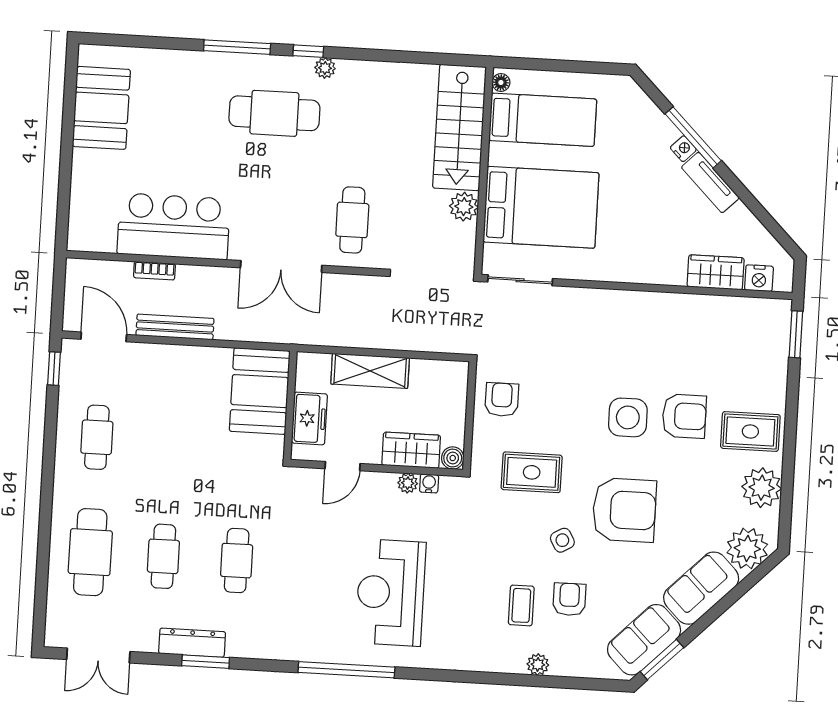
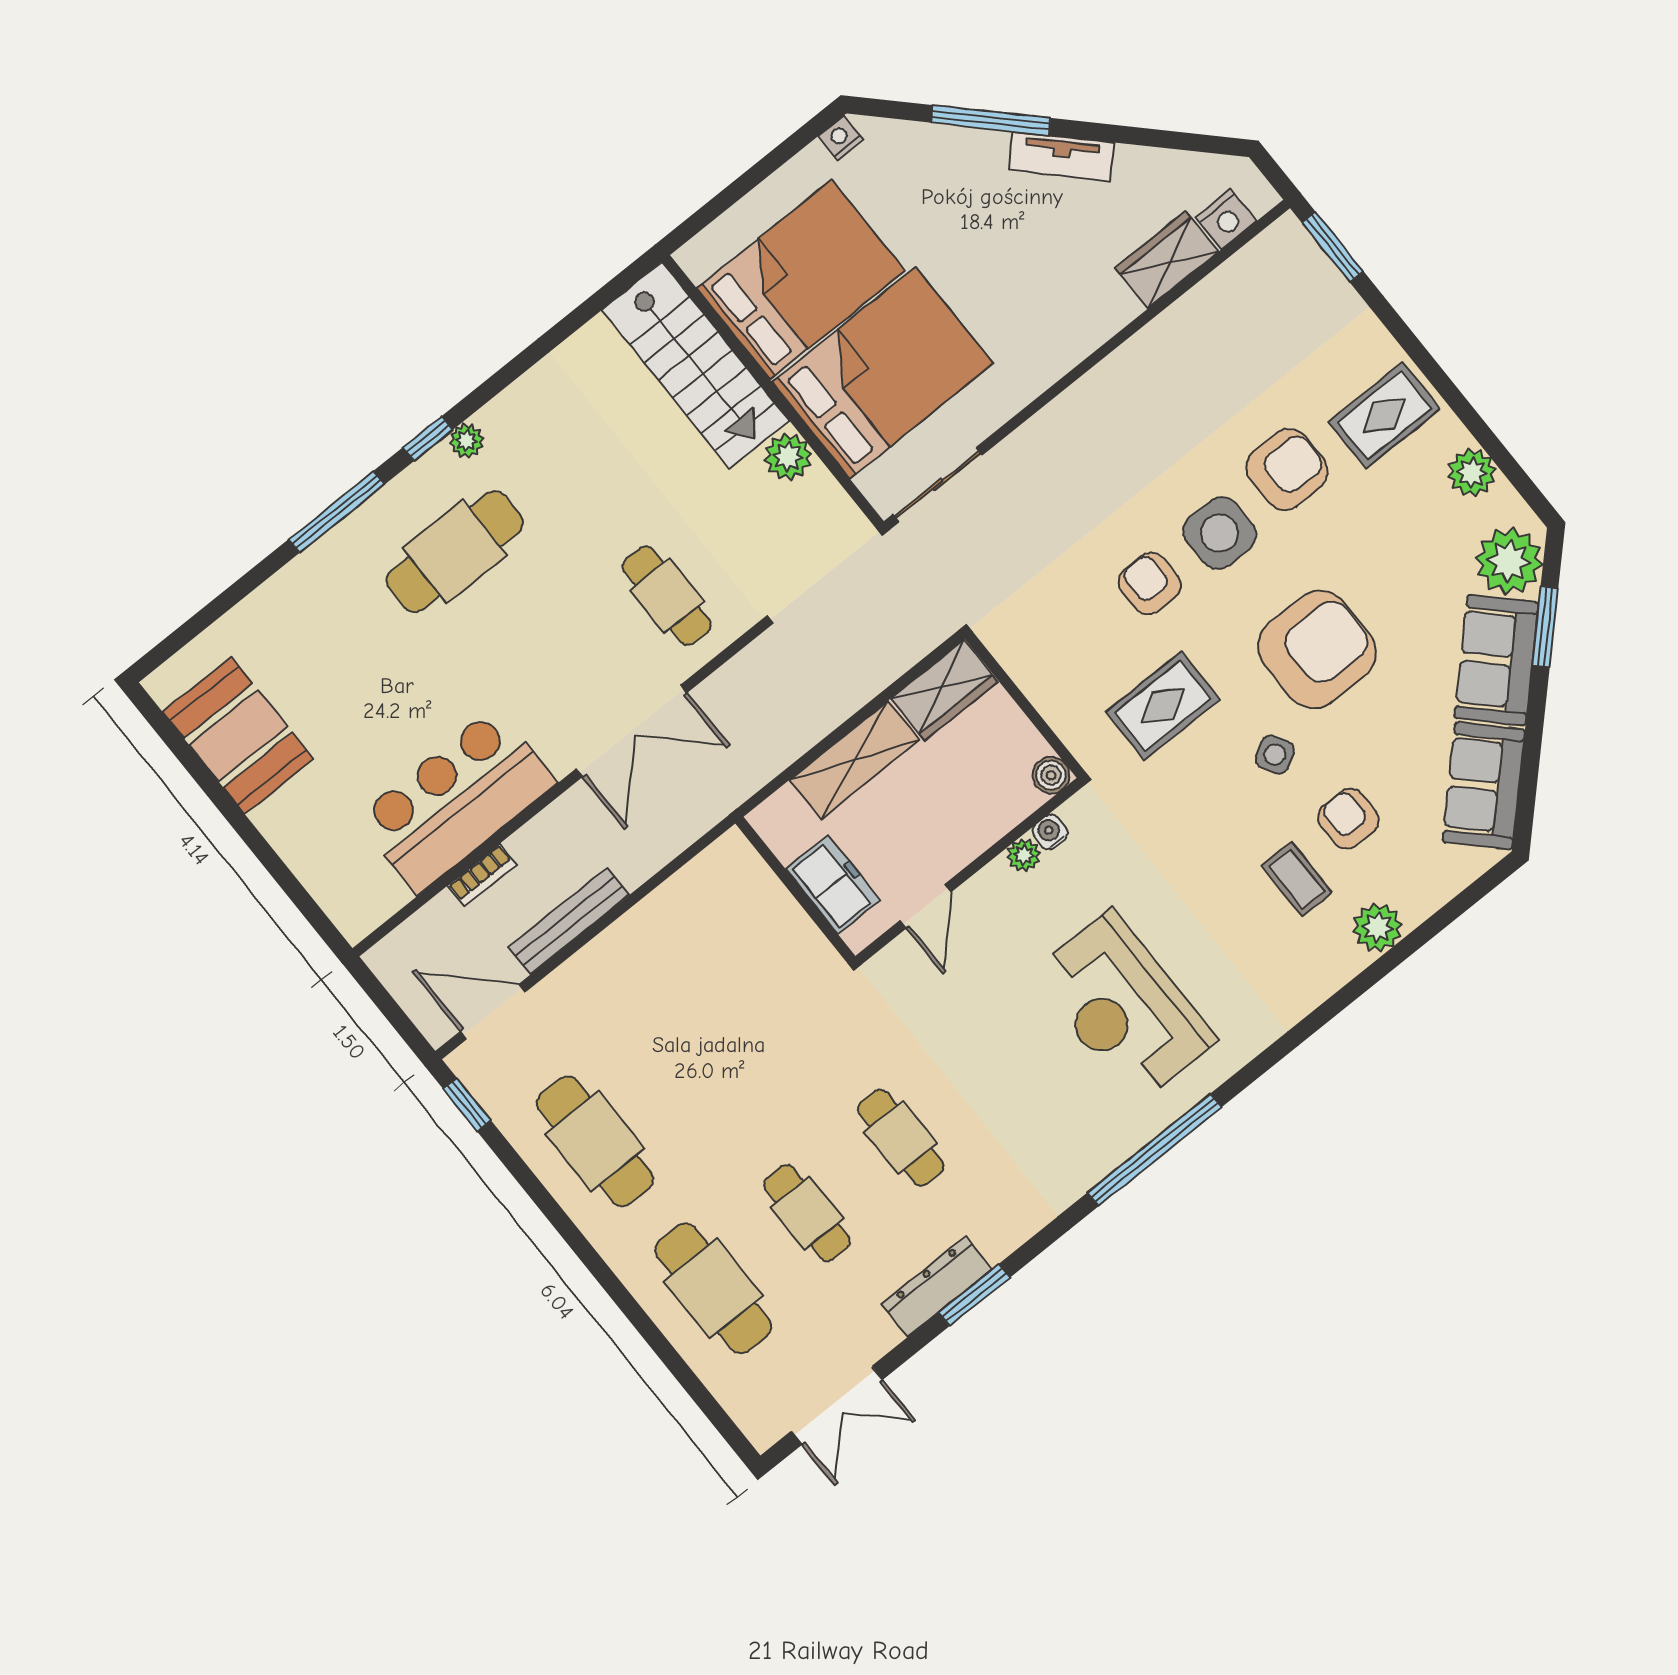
floor lamp: (501, 83) -> (697, 265), removed
bed: (543, 120) -> (801, 280), width x1.50
nightstand: (683, 149) -> (841, 138), moved, turned -45
booth: (260, 391) -> (742, 906), removed
armchair: (502, 400) -> (1150, 584), moved
cafe table: (97, 437) -> (595, 1141), width x1.37, depth x1.35
wardrobe: (411, 450) -> (944, 690), moved, turned 180
plant: (762, 488) -> (1472, 473), width x0.73, depth x0.73
window: (662, 660) -> (1545, 627), moved
plant: (538, 664) -> (1378, 928), width x1.38, depth x1.38

